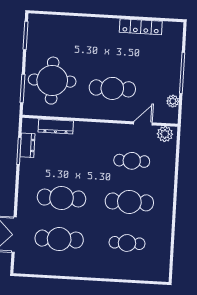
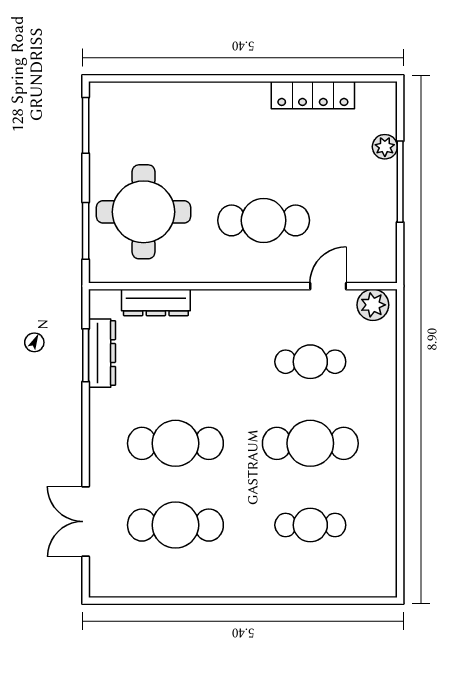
plant: (173, 101) -> (385, 147), moved
dresser: (27, 145) -> (102, 353), width x1.44

